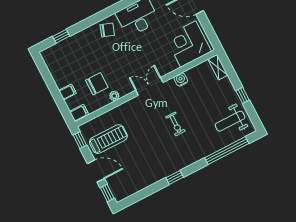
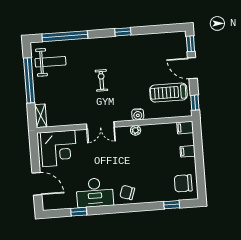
water cooler: (181, 79) -> (138, 114), moved
chair: (97, 84) -> (183, 183), moved
double door: (149, 86) -> (100, 126), moved
window: (243, 95) -> (29, 80), width x3.17
plant: (114, 96) -> (136, 130), moved

